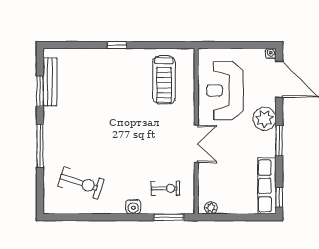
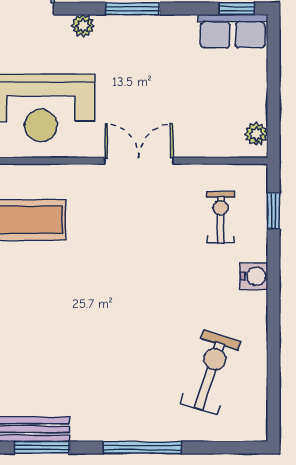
plant: (264, 119) -> (83, 26), width x0.53, depth x0.53
row of seats: (267, 186) -> (233, 31), width x0.68
window: (169, 217) -> (274, 211), width x0.67

